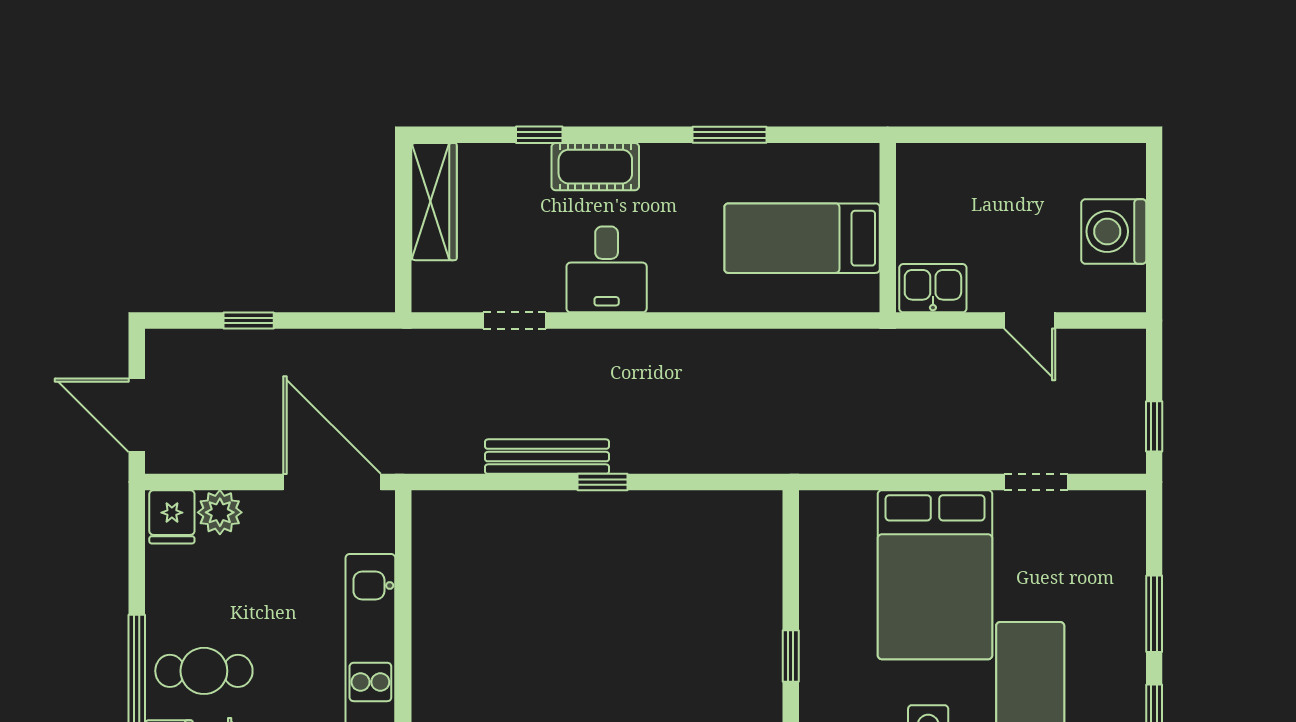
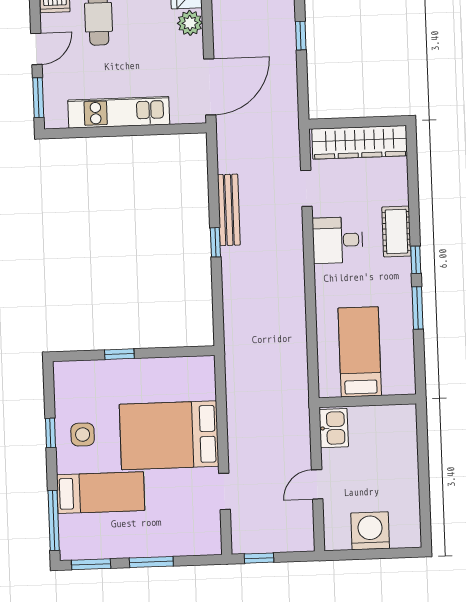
window: (539, 135) -> (416, 260), moved
wardrobe: (434, 202) -> (360, 142), width x1.40, depth x1.17

